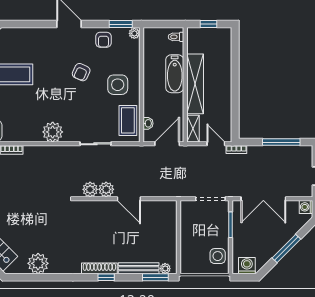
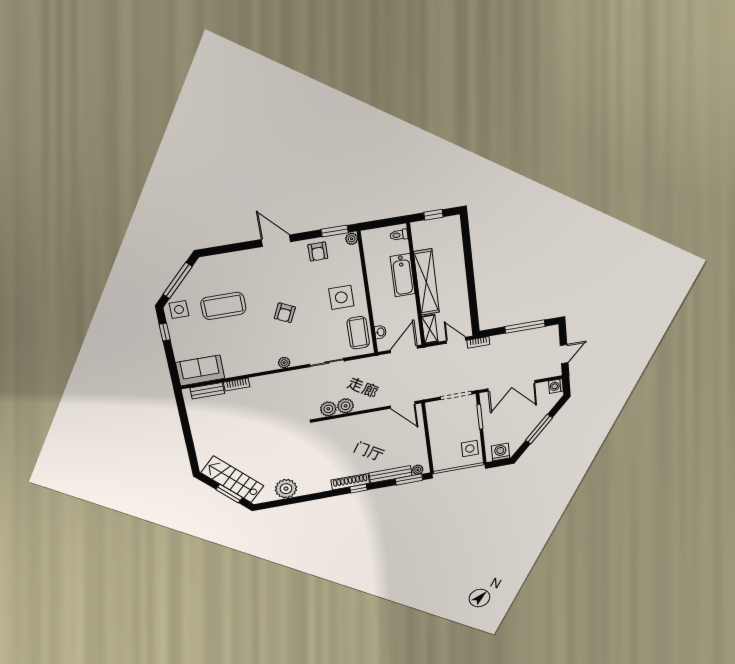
armchair: (81, 72) -> (285, 313), moved
plant: (53, 132) -> (284, 363), width x0.53, depth x0.53
door: (129, 199) -> (403, 405), moved

